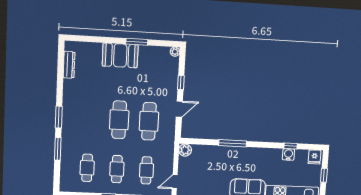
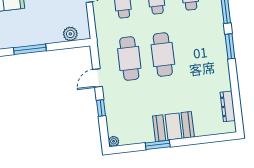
plant: (185, 150) -> (70, 34), moved

